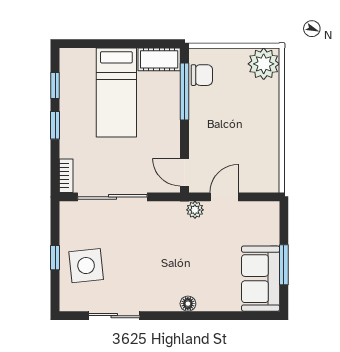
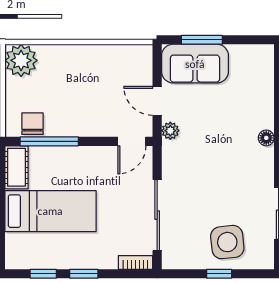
window: (284, 265) -> (202, 40), moved
sofa: (261, 279) -> (195, 64), moved

